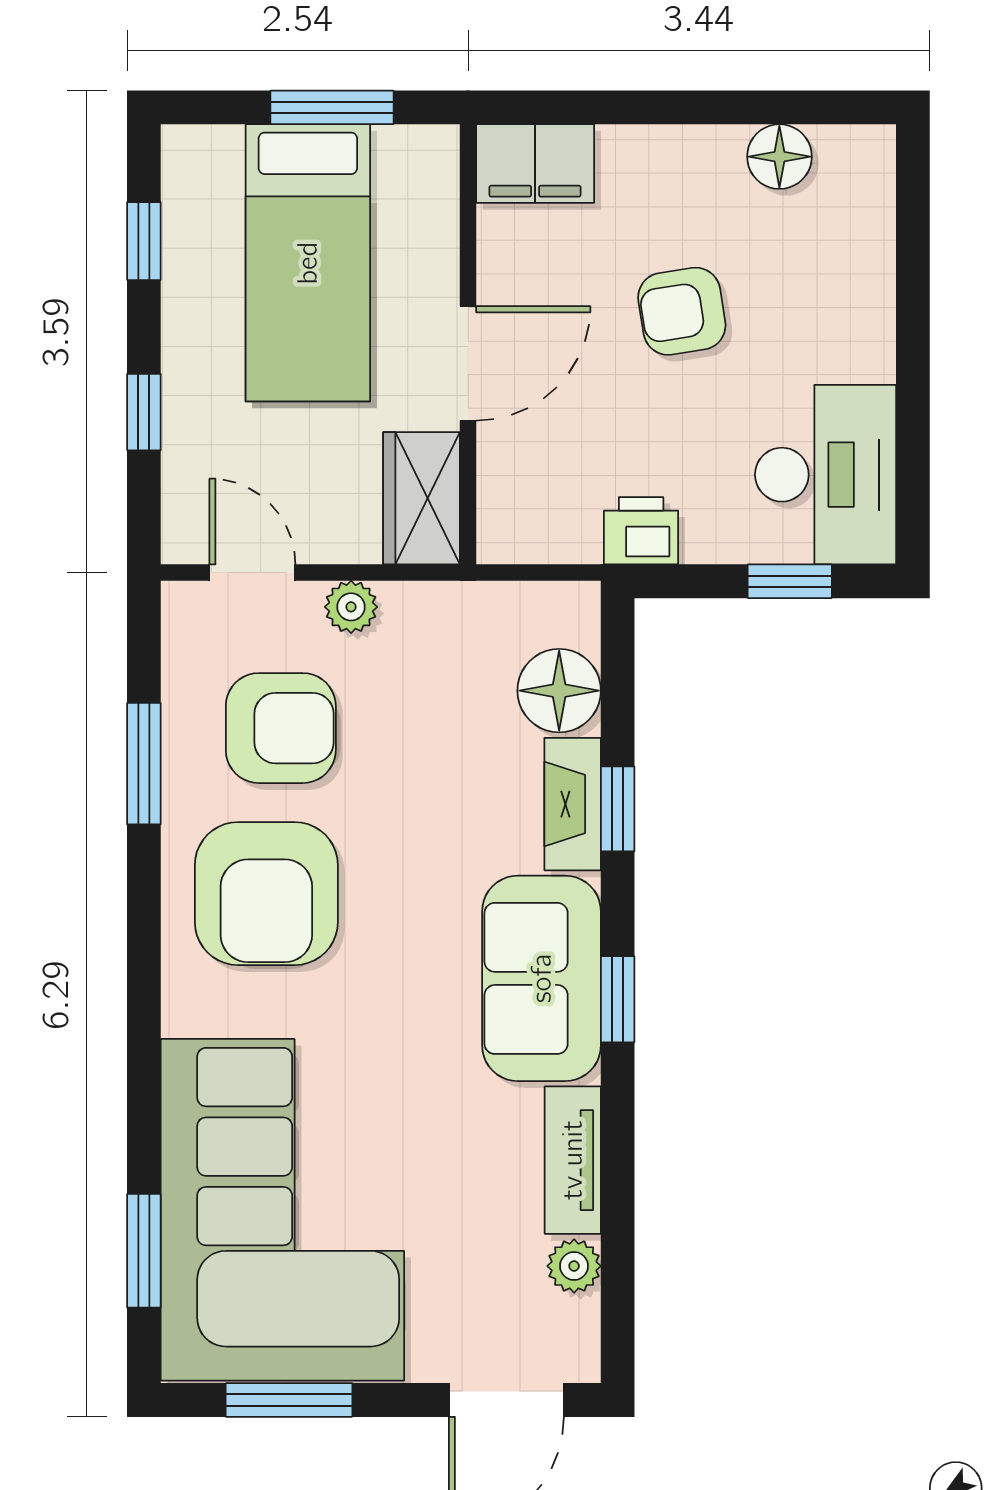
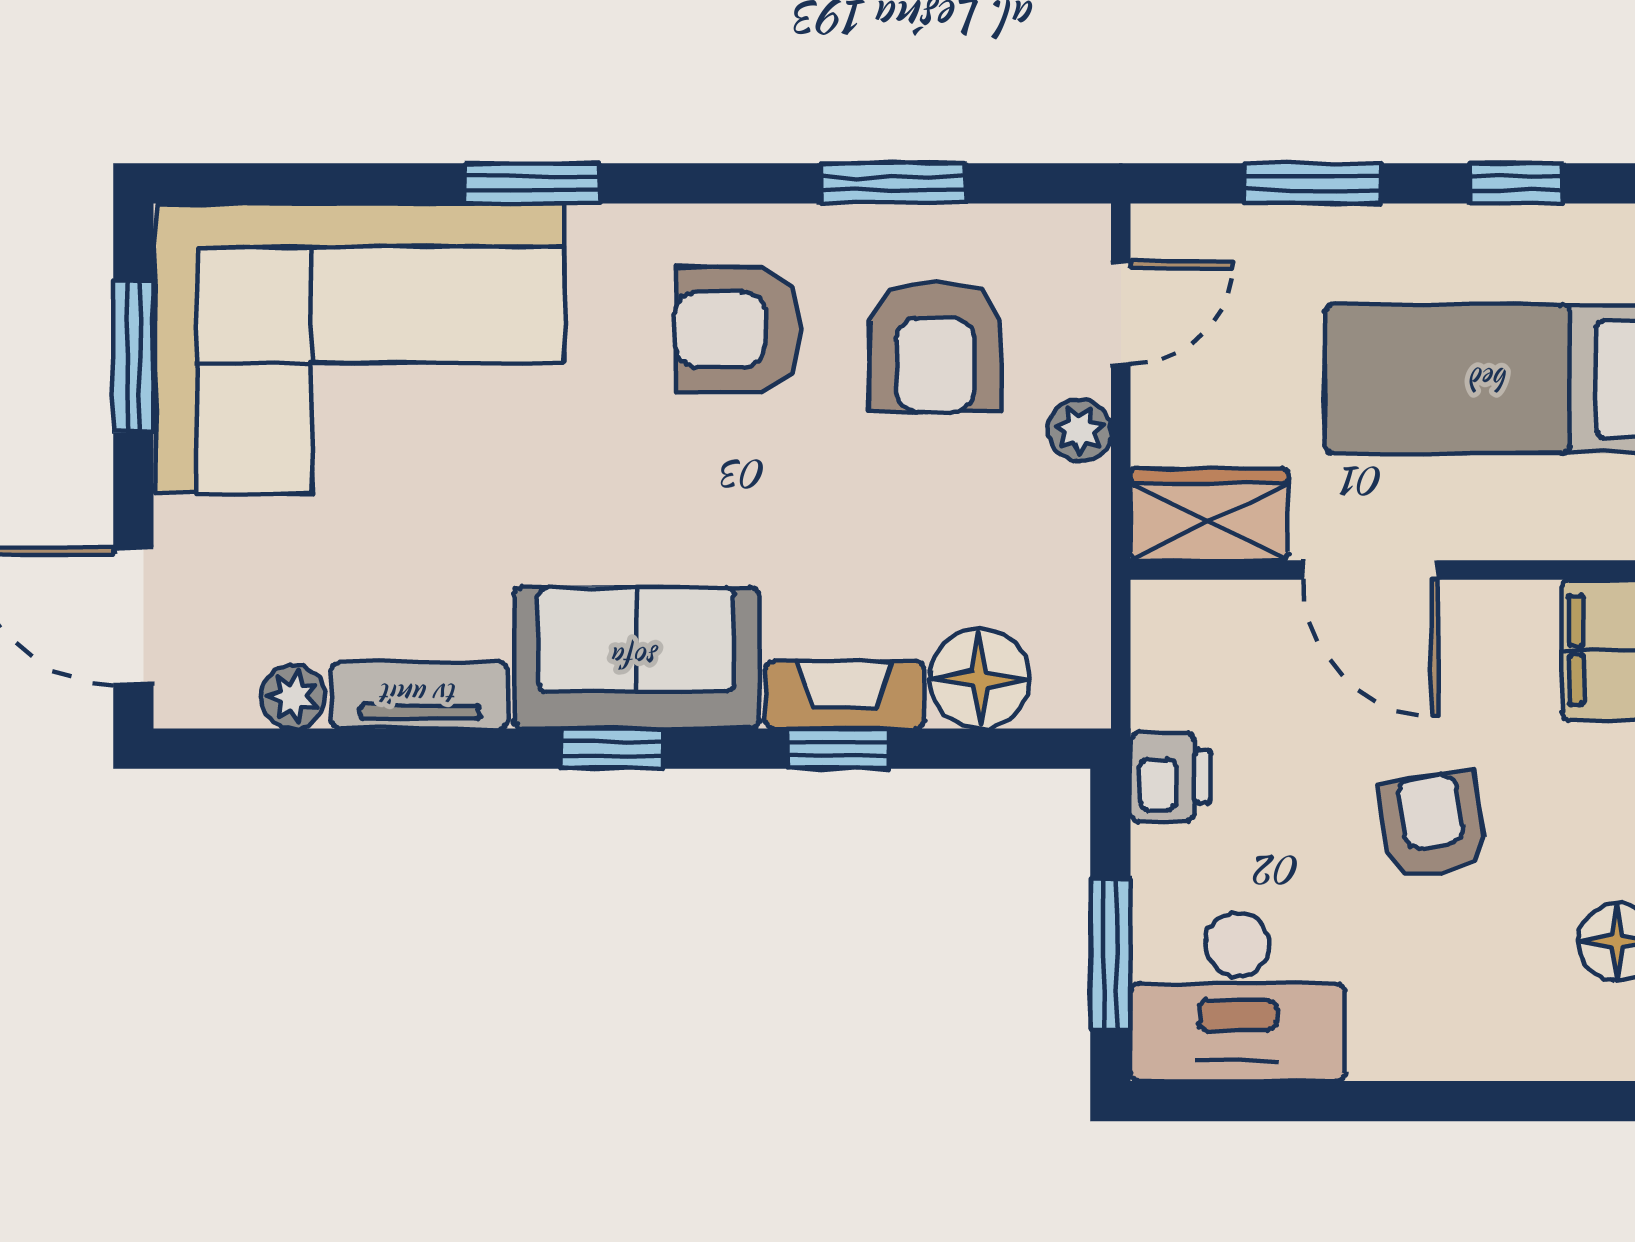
window: (144, 412) -> (1312, 183), width x1.50
window: (790, 581) -> (1110, 954), width x1.50
armchair: (266, 894) -> (738, 329), width x0.73, depth x0.73
window: (144, 1251) -> (532, 183), moved

